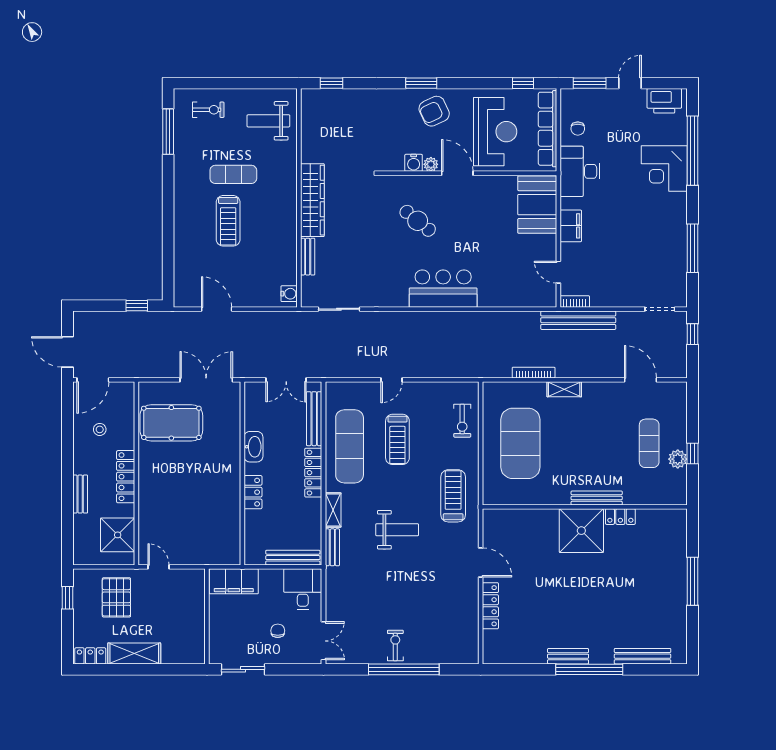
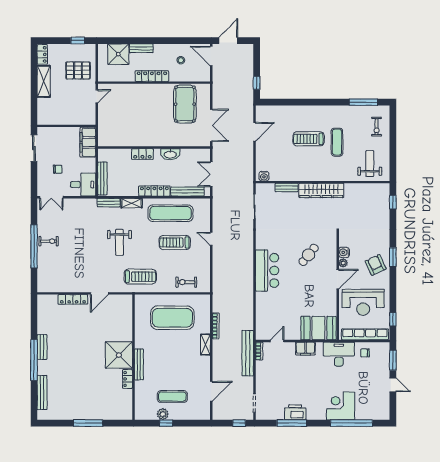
printer: (664, 101) -> (295, 412), moved, turned 90
shower: (118, 535) -> (118, 54), moved

